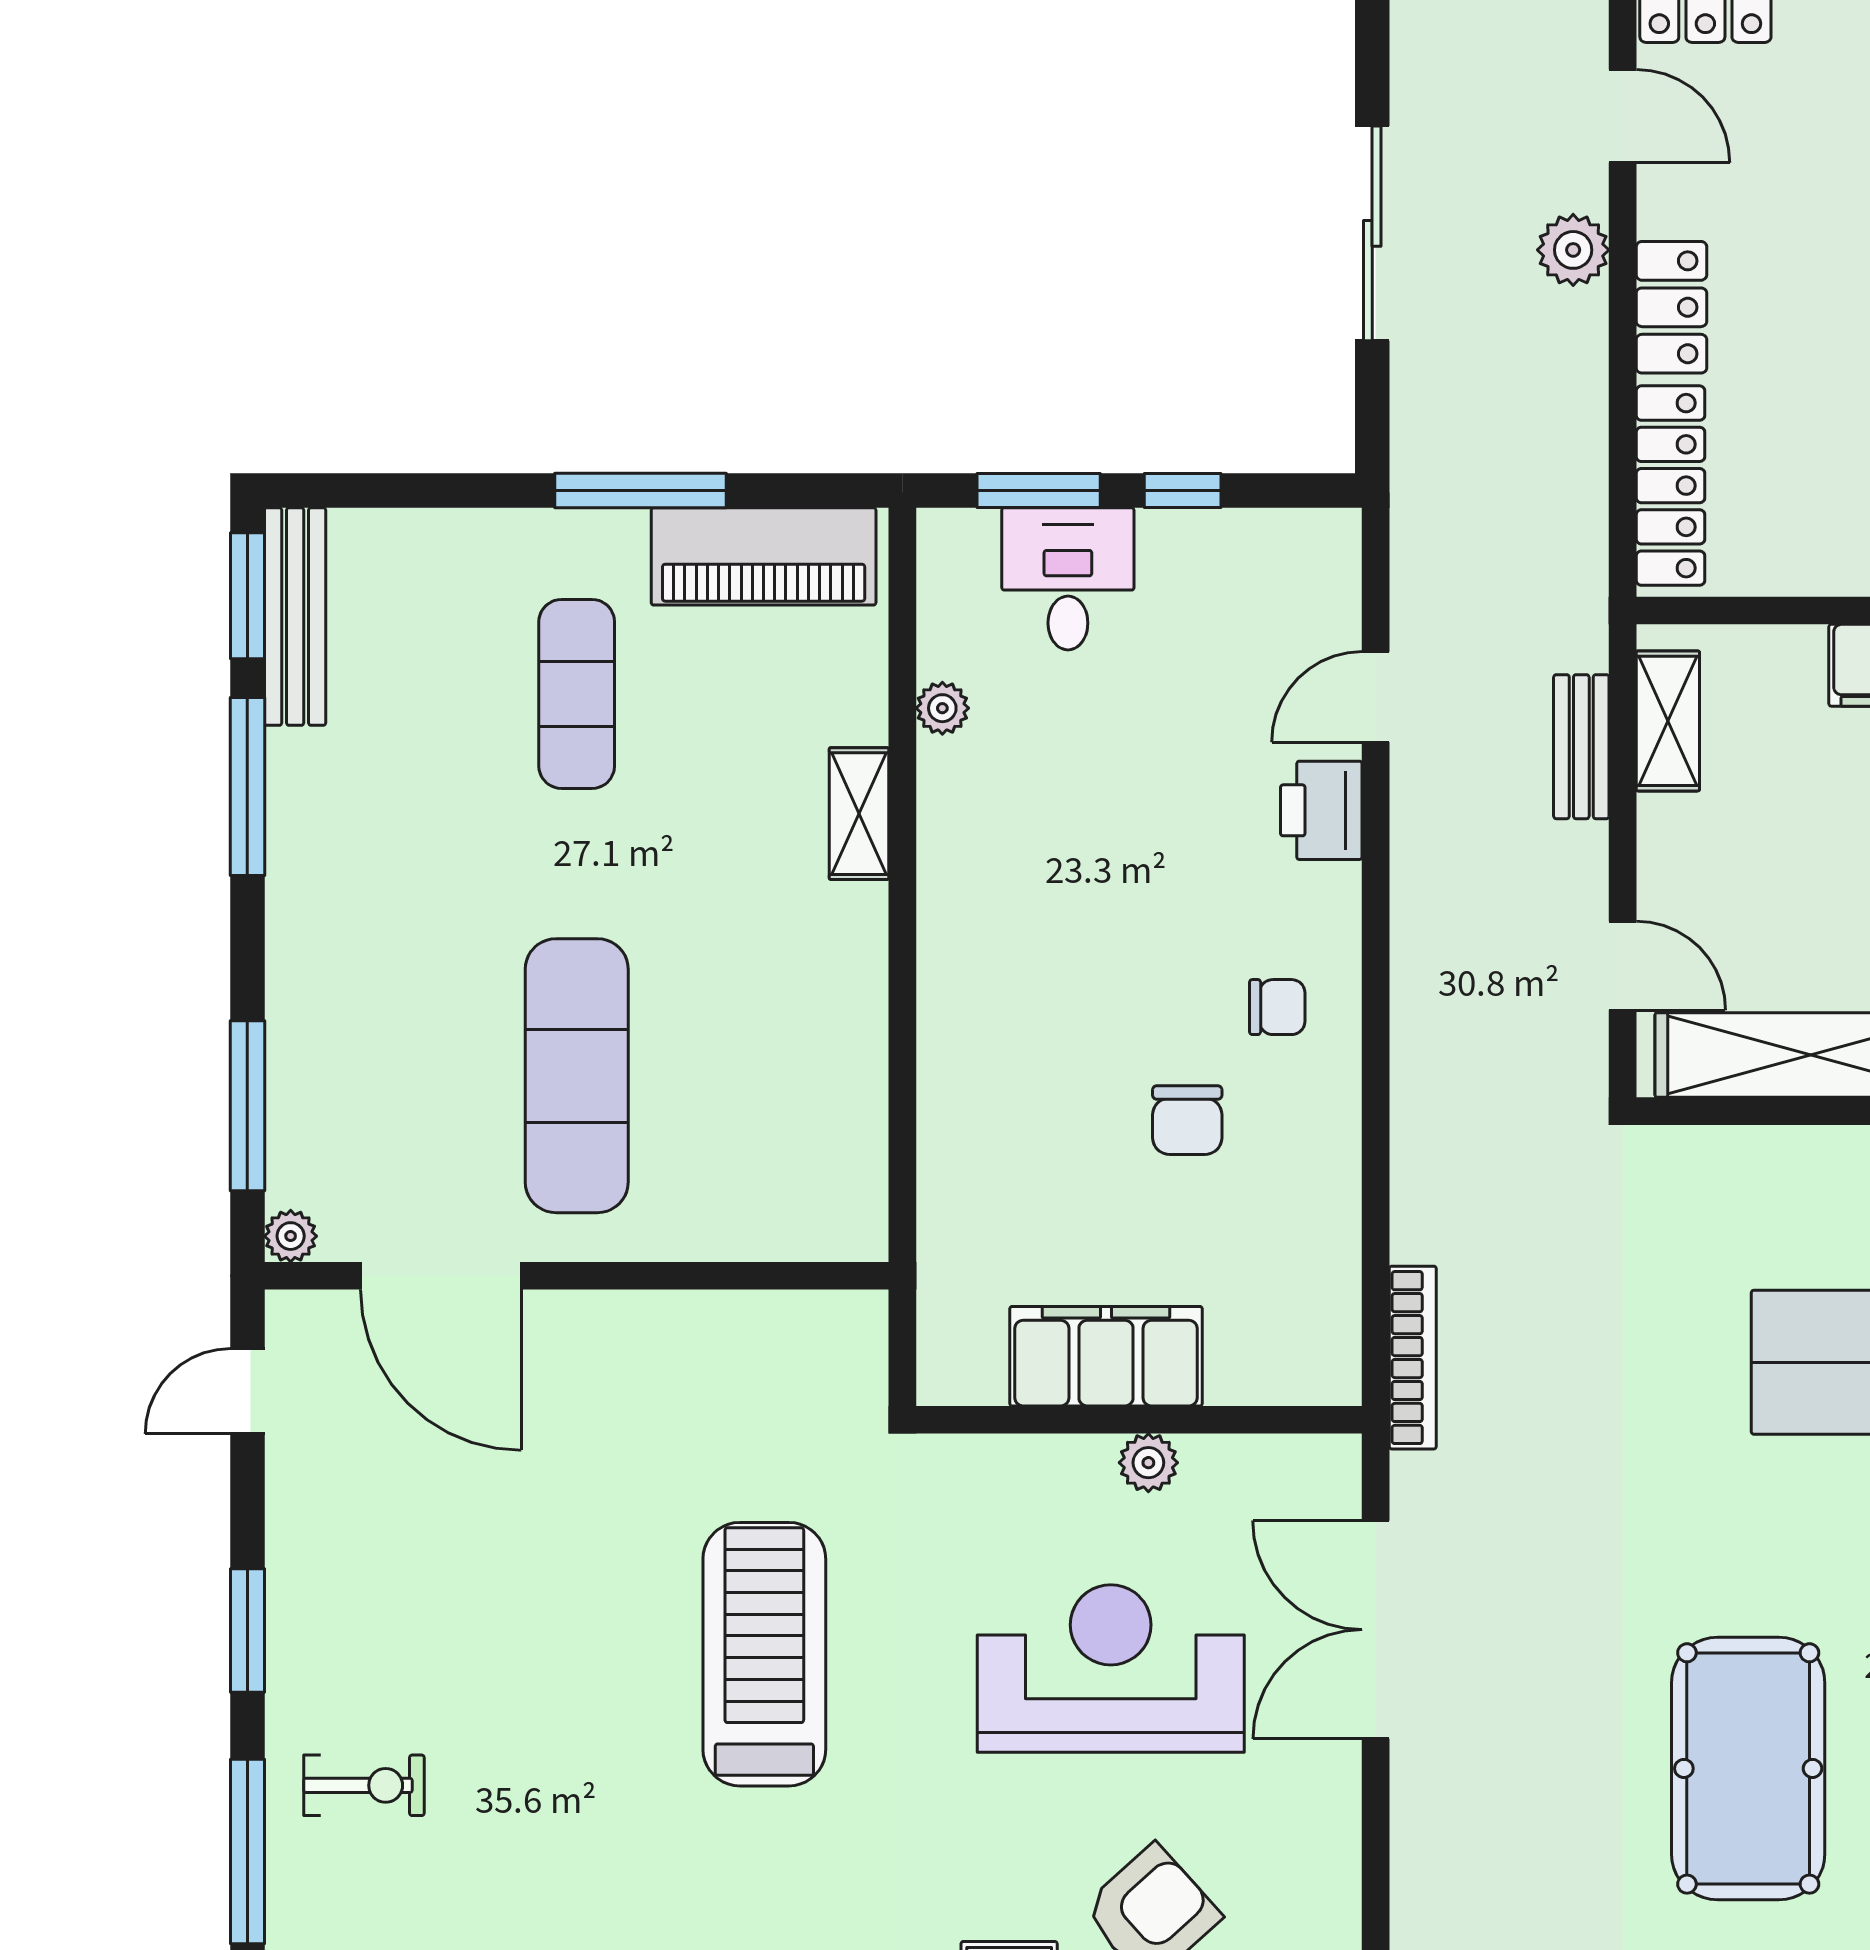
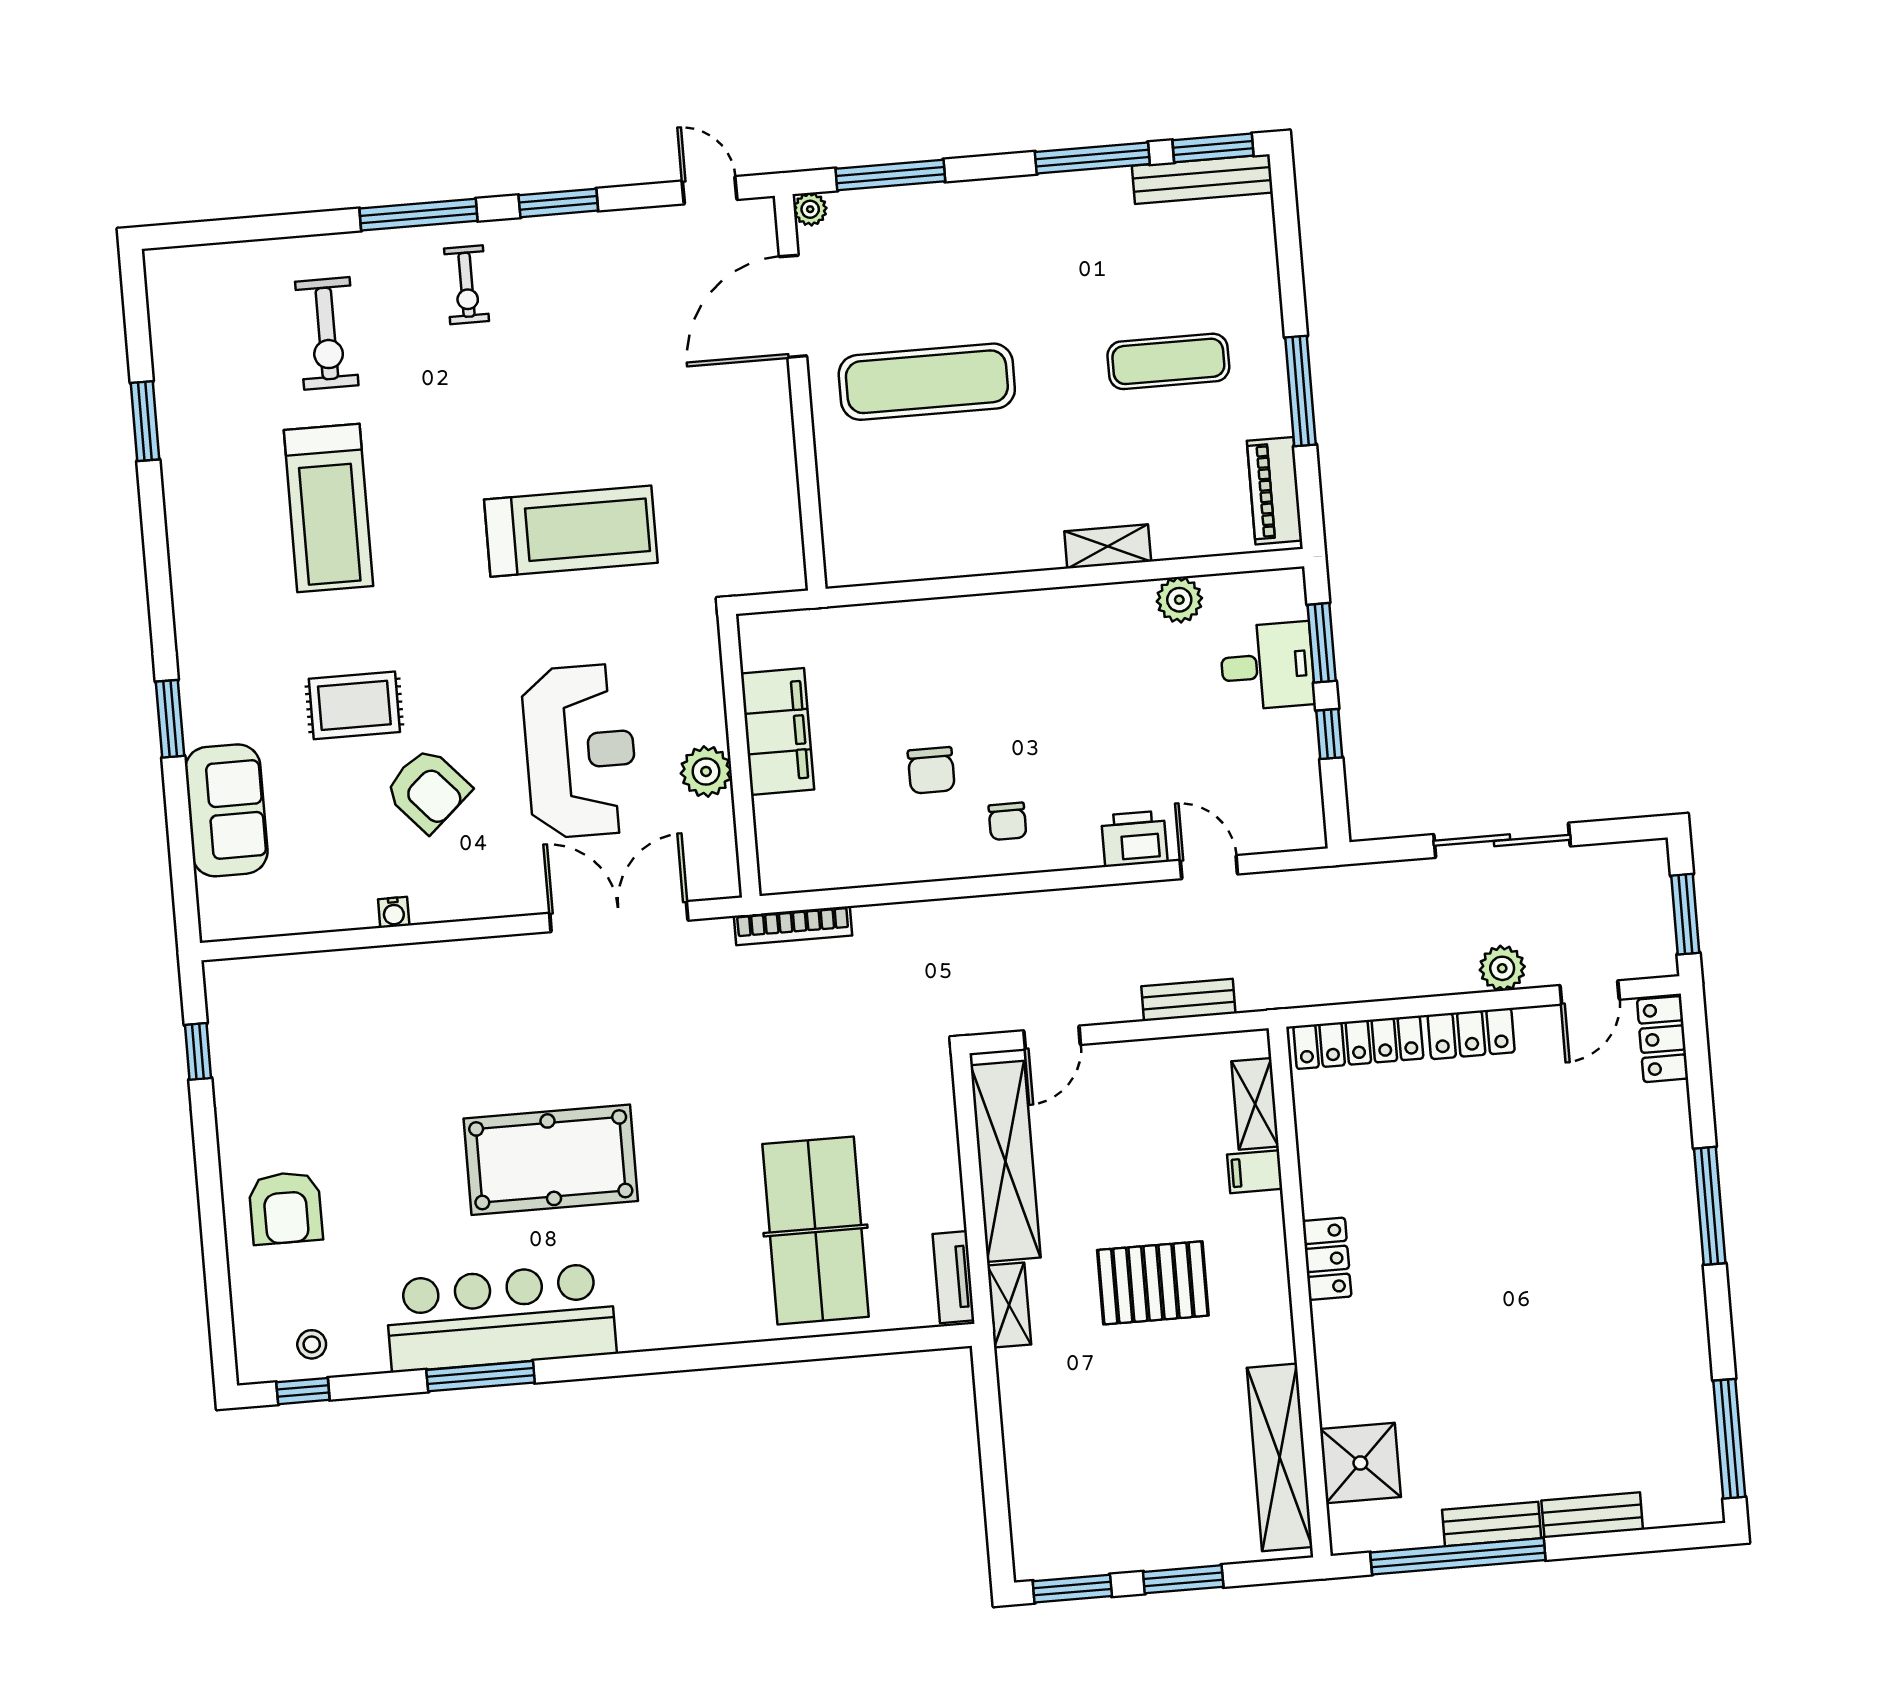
piano: (764, 556) -> (1275, 491), width x0.73, depth x0.75
plant: (942, 708) -> (1179, 600), width x1.38, depth x1.38
shelving: (1668, 721) -> (1255, 1104), moved, turned 90
chair: (1187, 1120) -> (931, 770), turned -90
plant: (1148, 1463) -> (706, 771), width x1.38, depth x1.38

